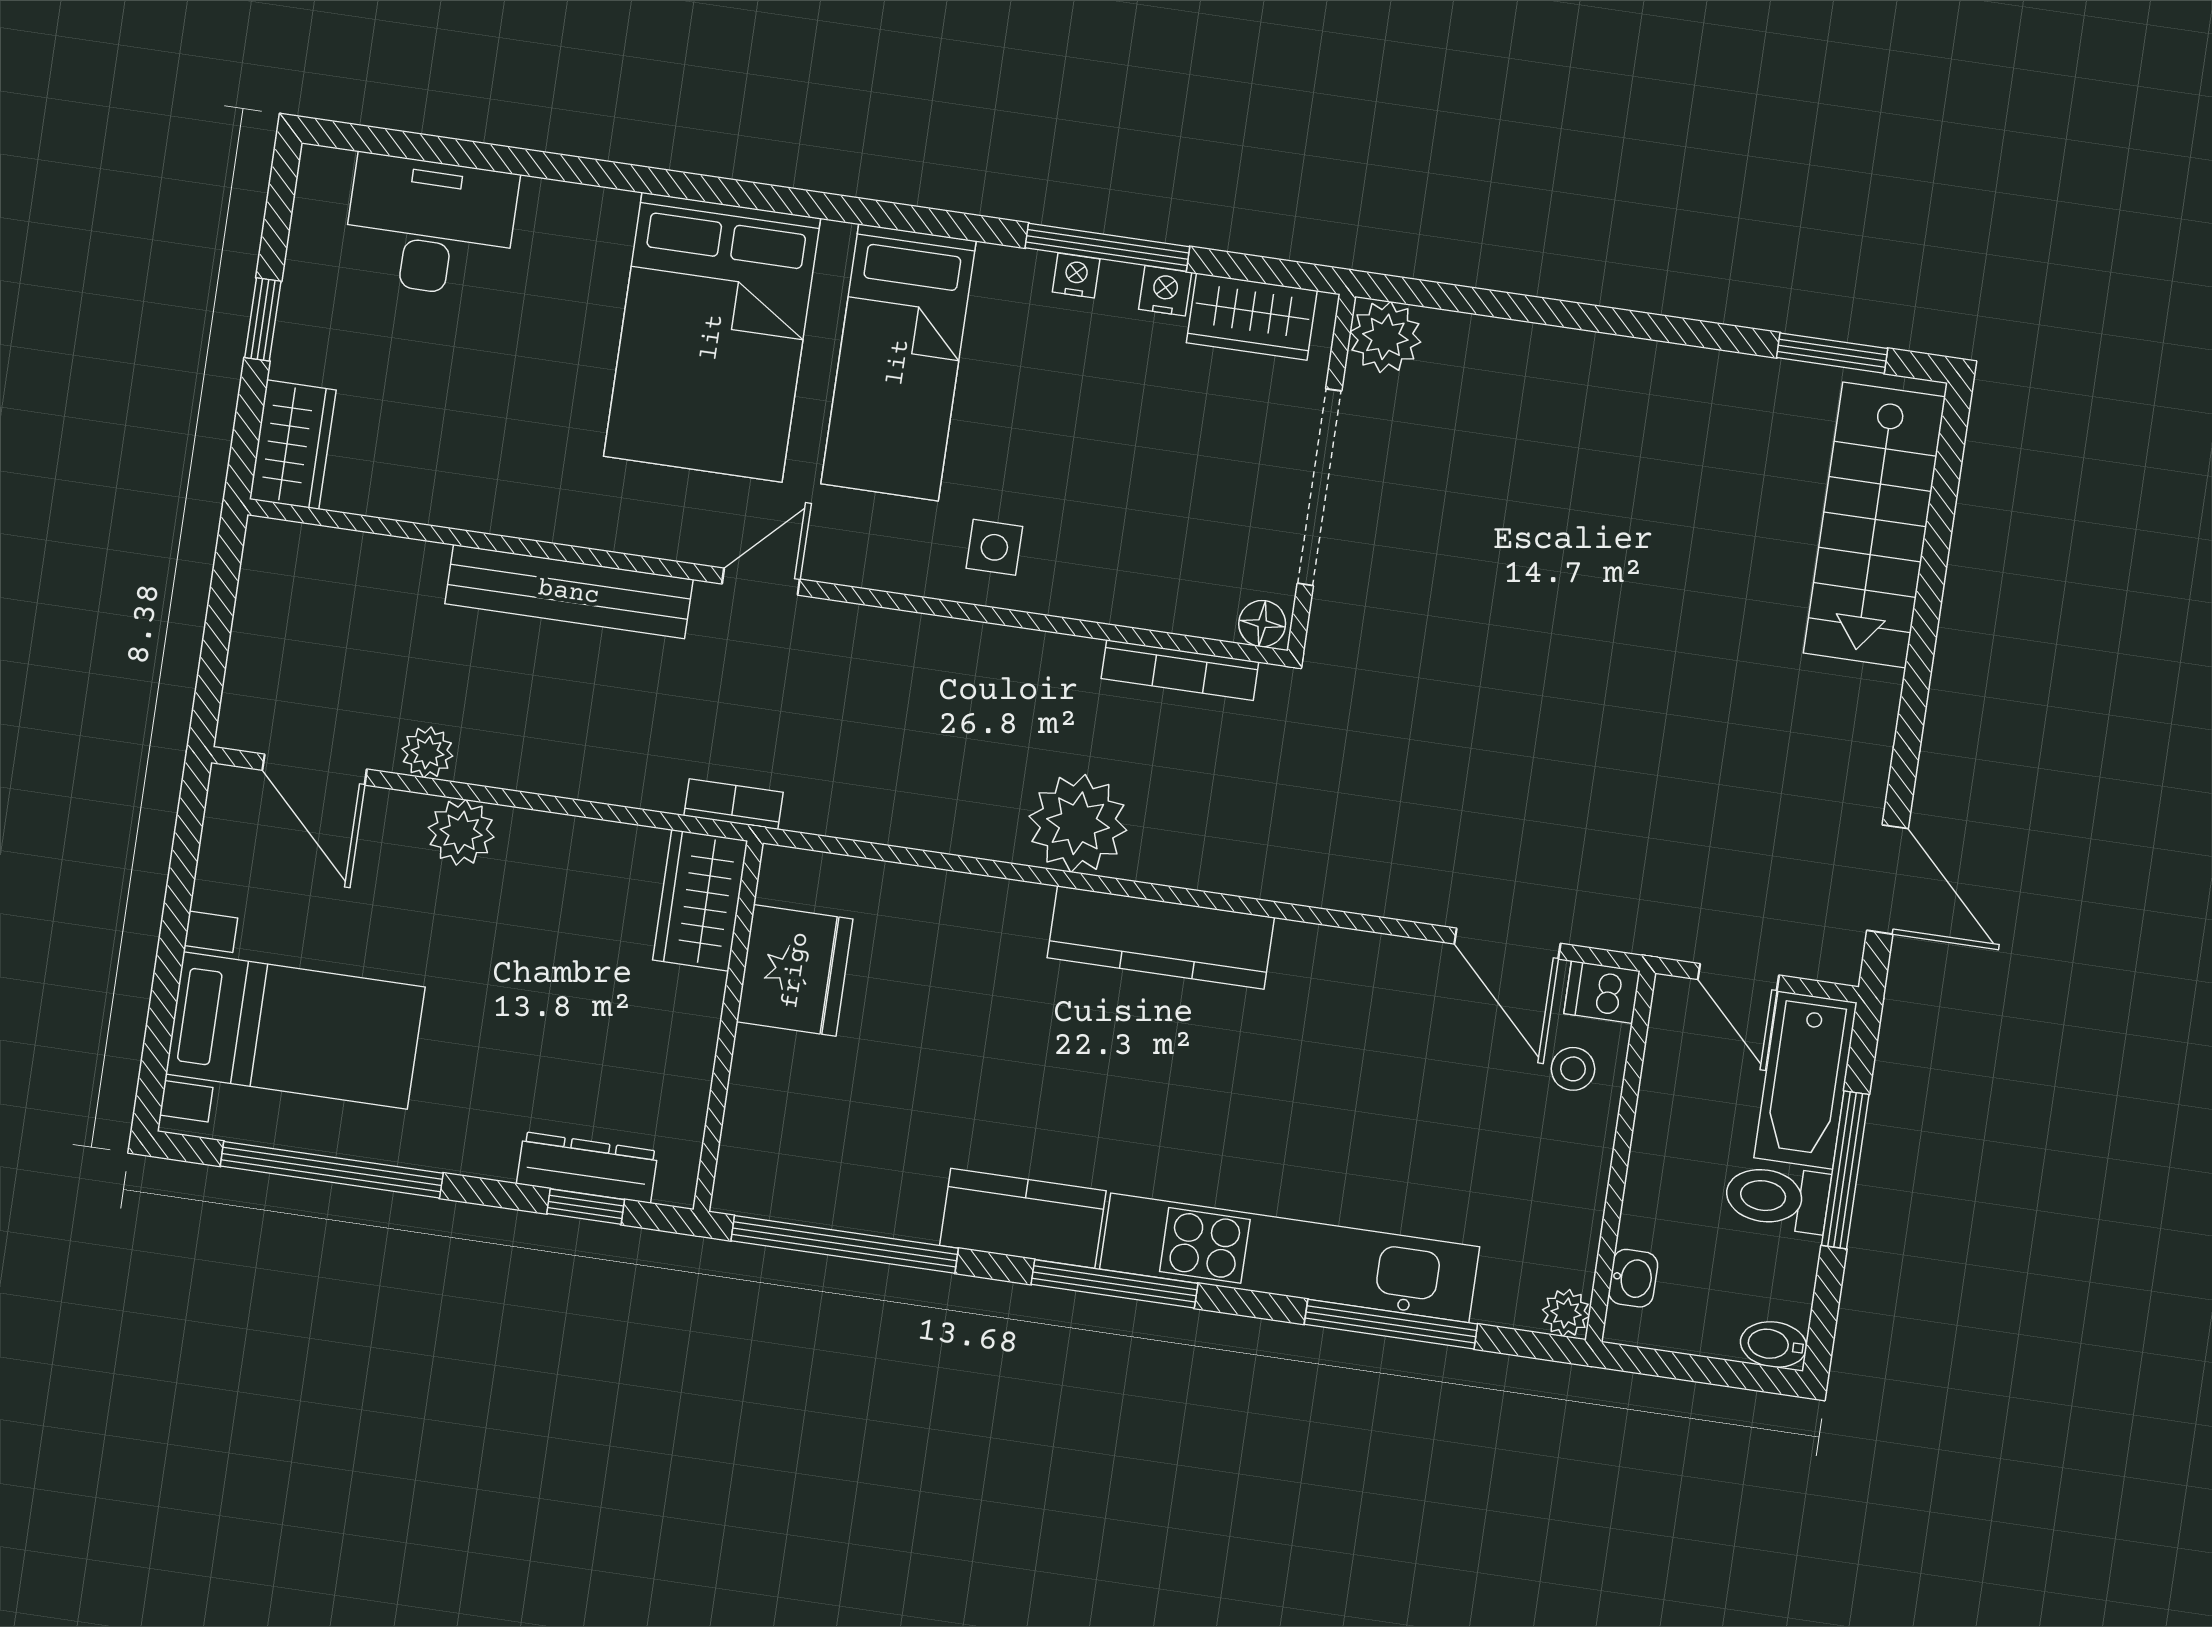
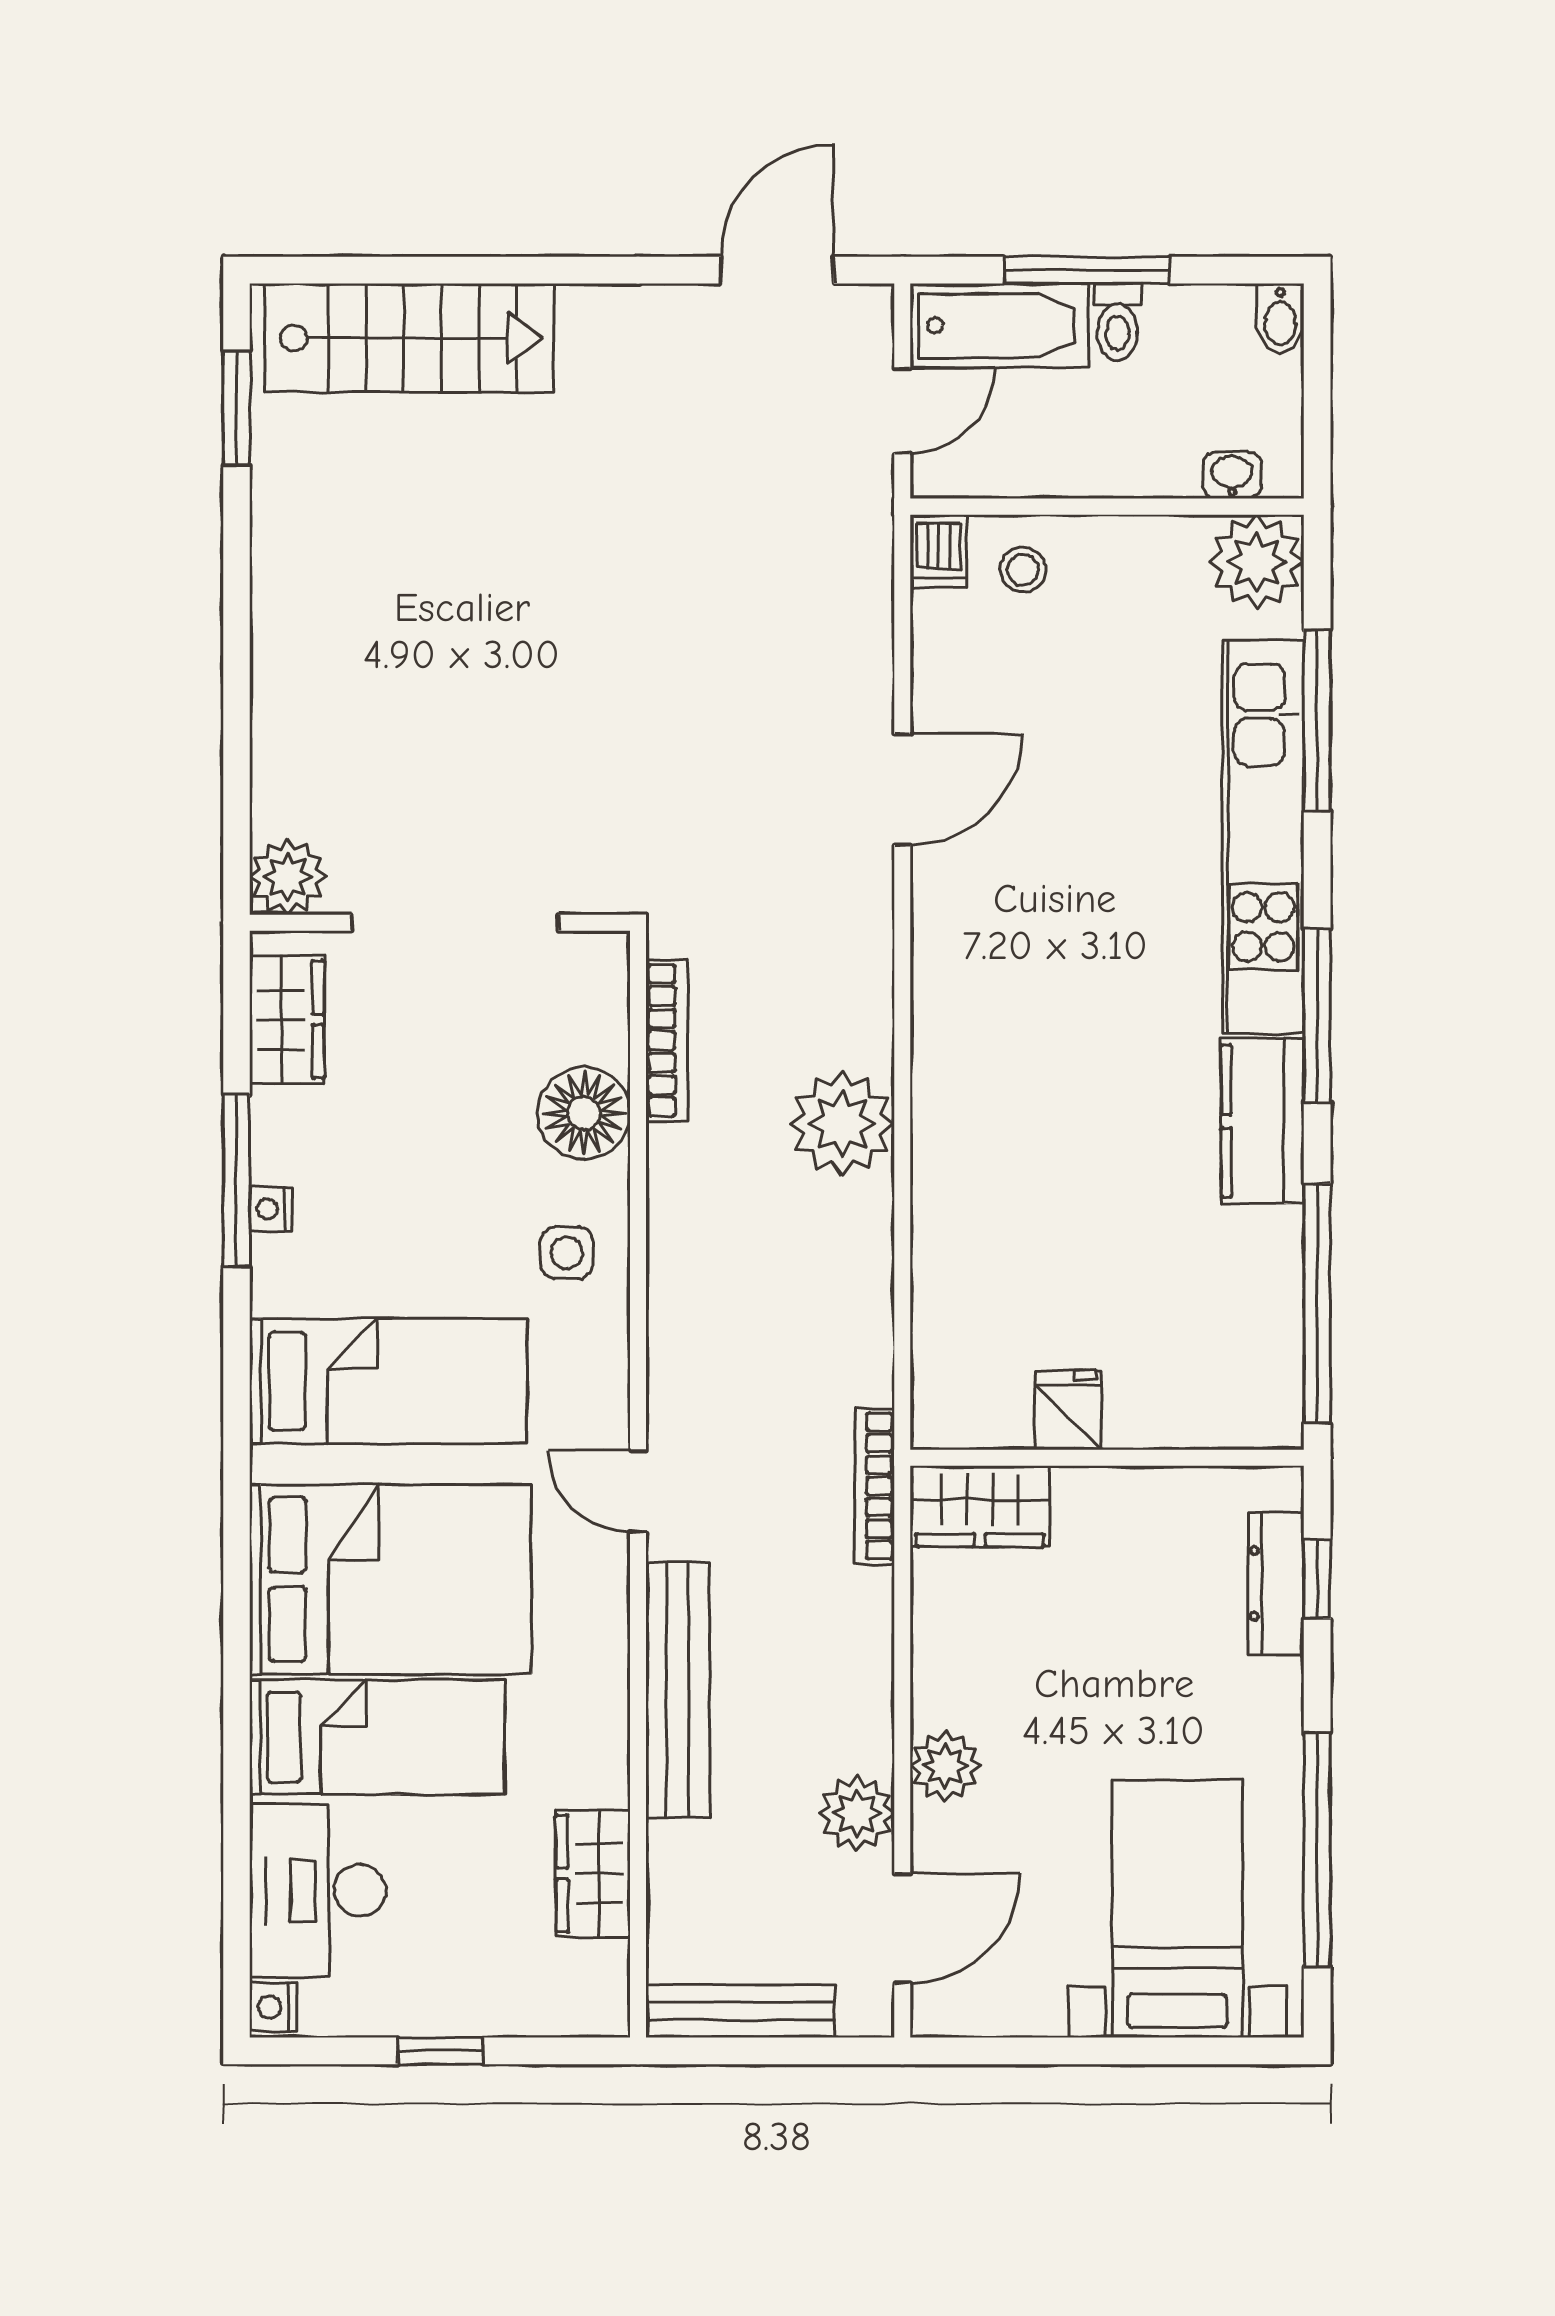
nightstand: (1165, 291) -> (273, 2007), moved
bed: (566, 303) -> (377, 1737), added
wardrobe: (293, 445) -> (593, 1873), moved, turned -90
bench: (259, 606) -> (740, 2011), added
floor lamp: (1262, 624) -> (584, 1113), moved, width x1.89, depth x1.89
plant: (427, 752) -> (857, 1813), width x1.38, depth x1.38
bookcase: (733, 804) -> (874, 1486), width x1.56
kitchen counter: (1161, 938) -> (949, 1020), removed
door: (1507, 944) -> (902, 789), moved
fridge: (795, 970) -> (1068, 1410), width x0.53, depth x0.75
toilet: (1777, 1198) -> (1117, 322), width x0.73, depth x0.72
plant: (1566, 1313) -> (1257, 562), width x1.88, depth x1.88

